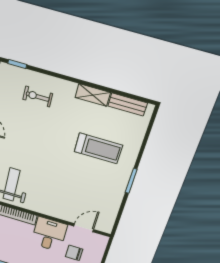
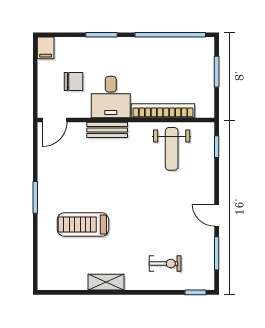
bench: (128, 105) -> (107, 130), moved
door: (84, 228) -> (55, 120), moved

